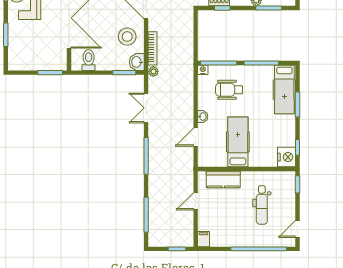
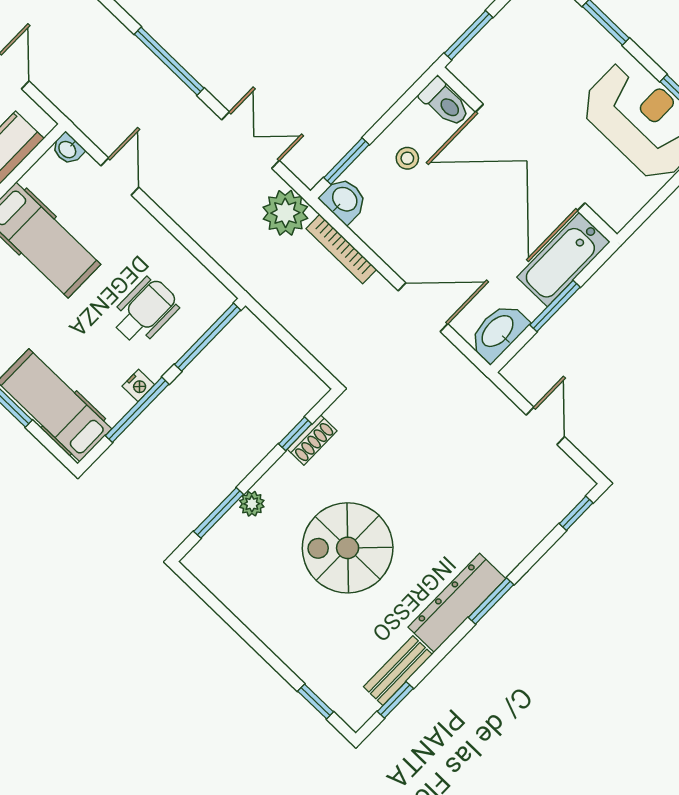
stool: (127, 37) -> (407, 158), moved, width x0.53, depth x0.53
toilet: (89, 60) -> (445, 102), moved
nightstand: (203, 70) -> (138, 385), moved
plant: (153, 71) -> (285, 213), width x1.88, depth x1.88
washbasin: (203, 117) -> (68, 149), moved

